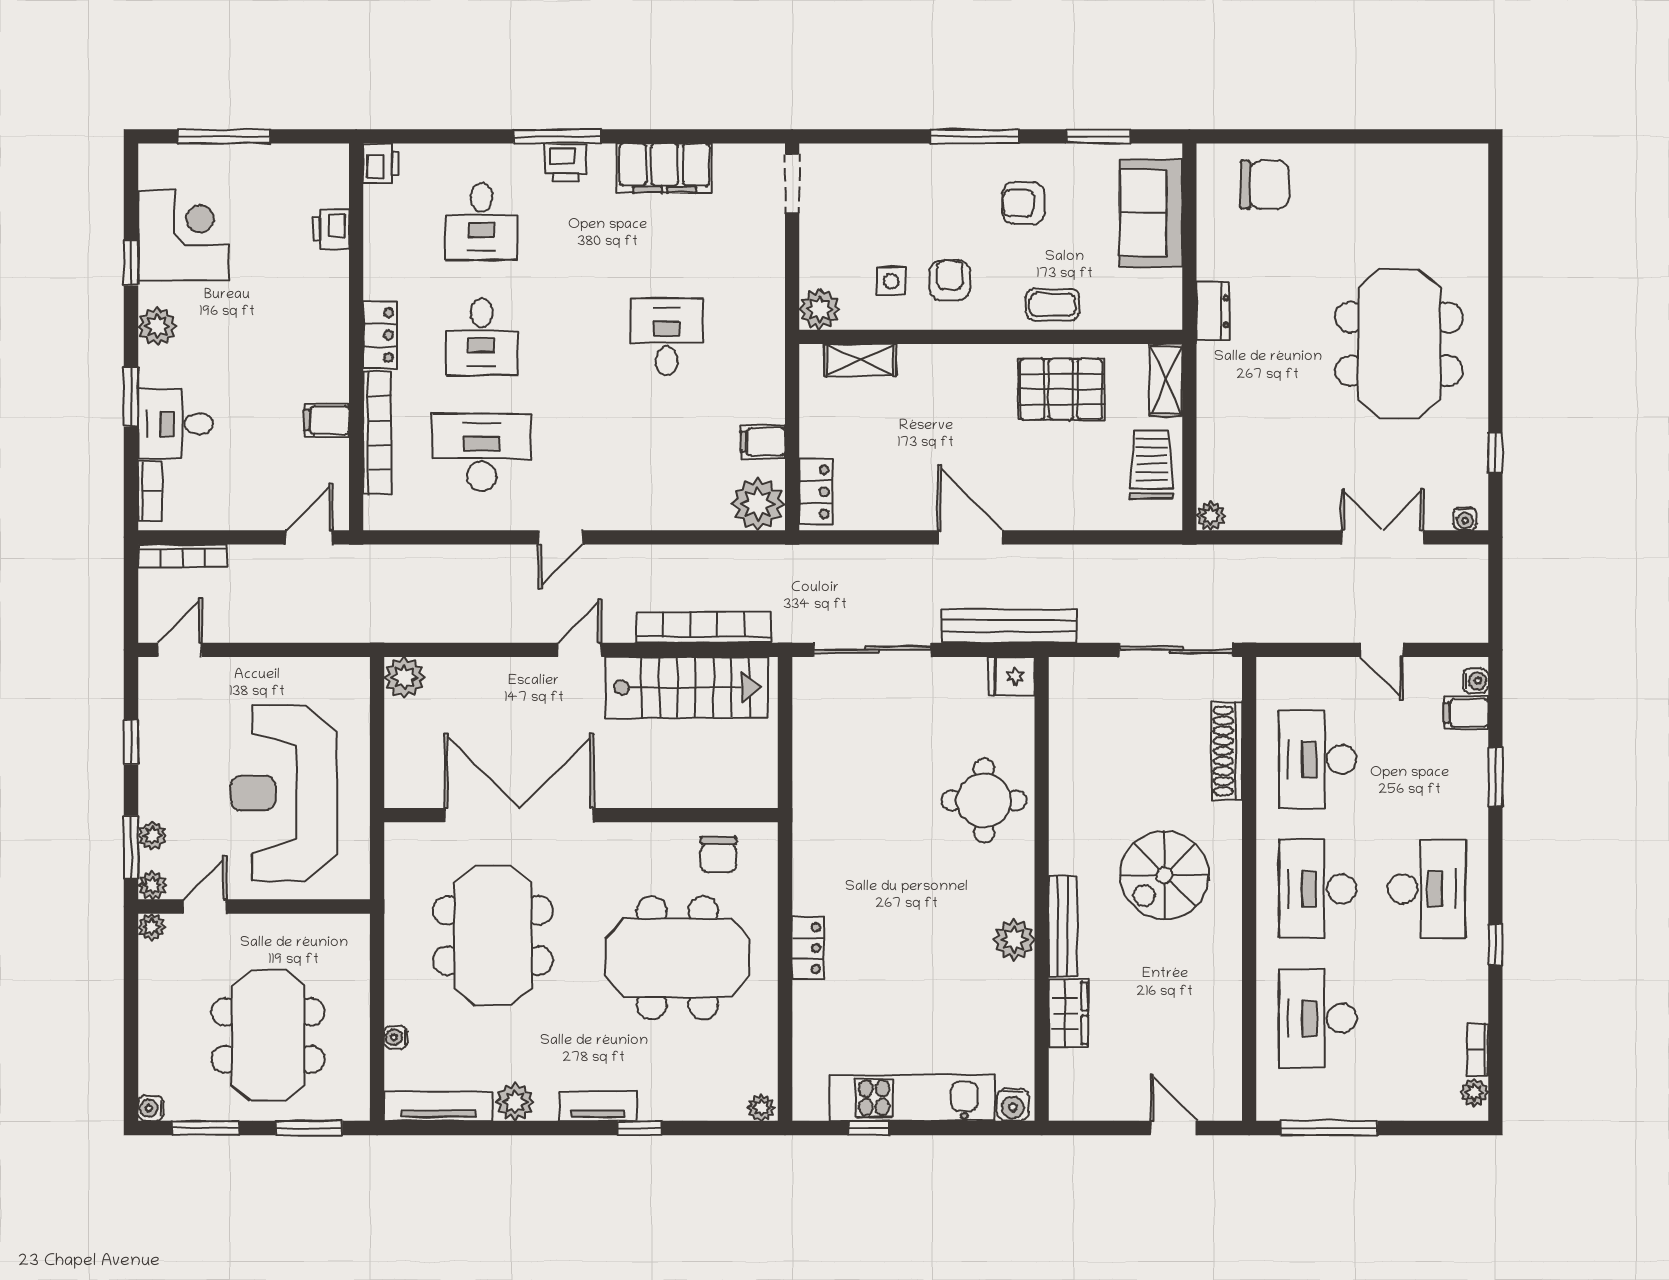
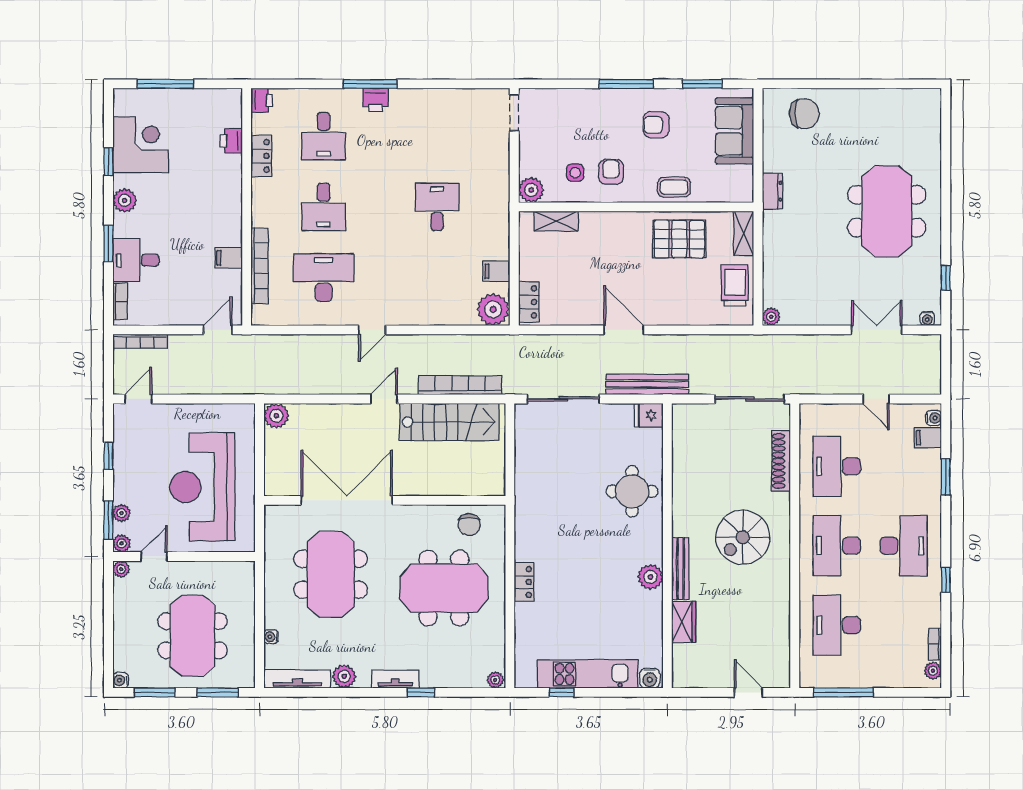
filing cabinet: (665, 168) -> (436, 103), removed
locker: (380, 335) -> (261, 156), moved

